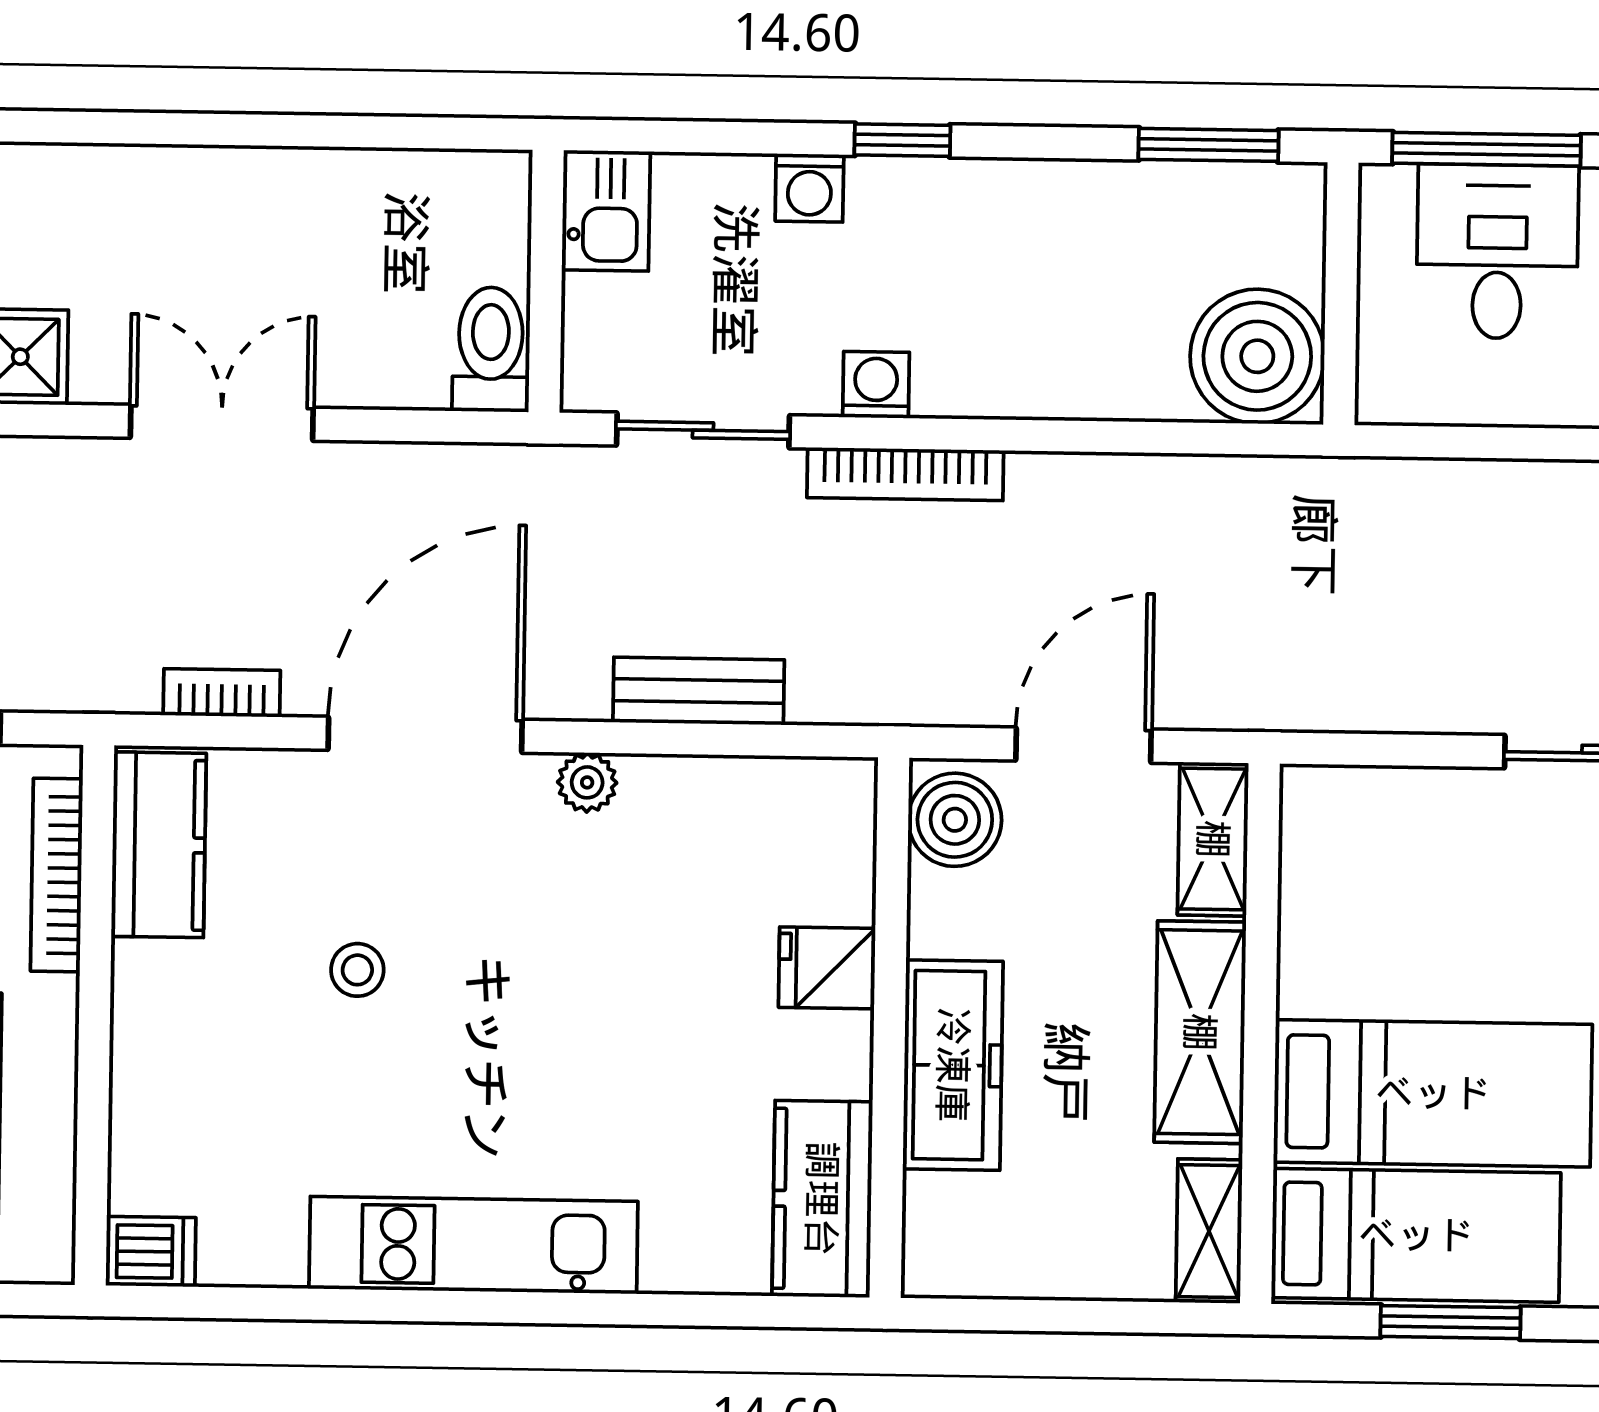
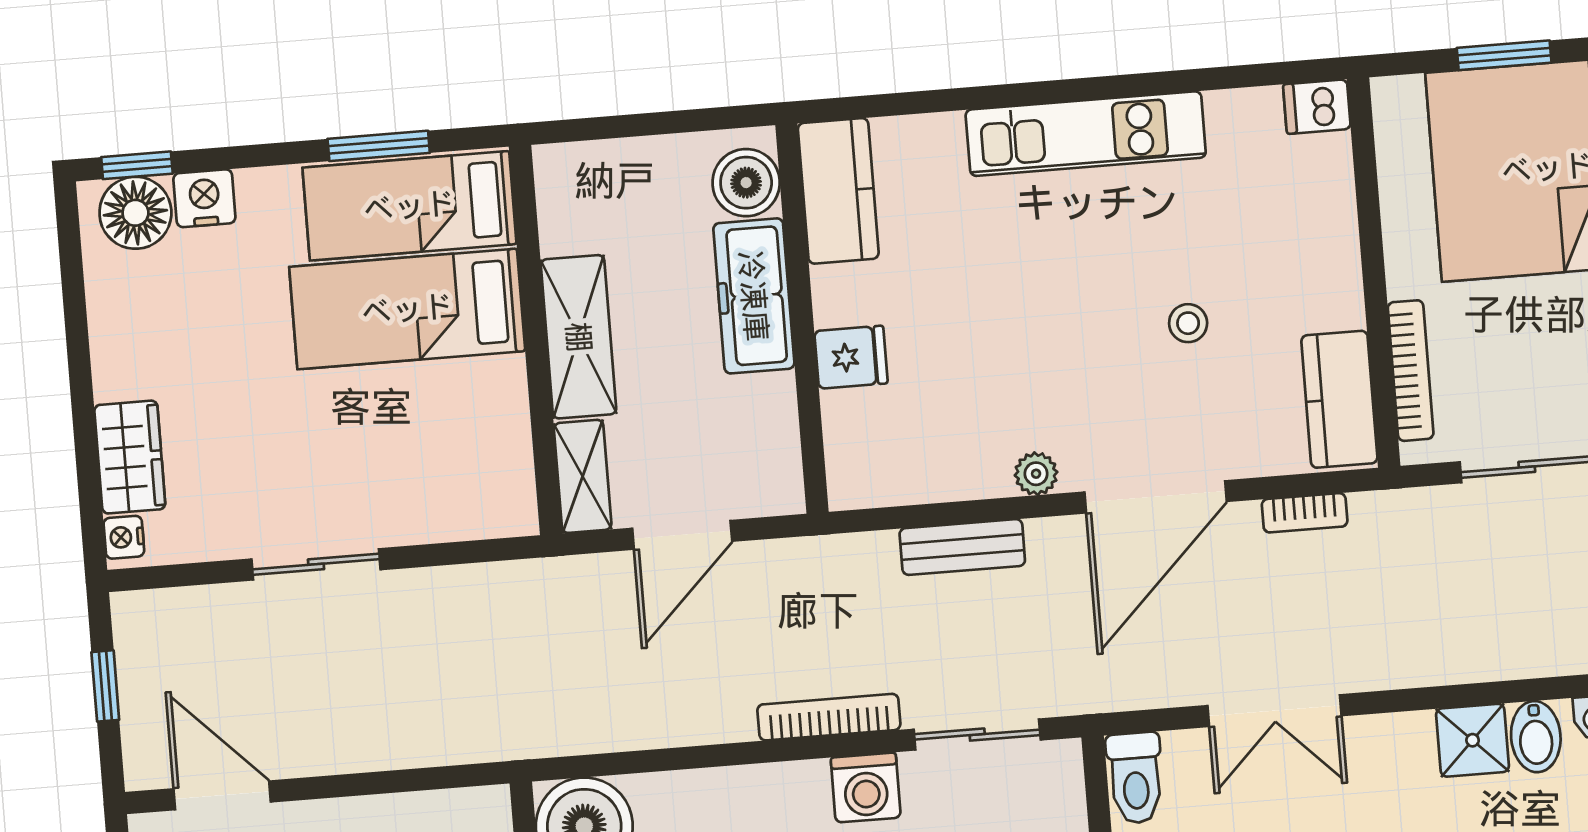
washing machine: (876, 385) -> (866, 788), width x1.38, depth x1.38
double door: (222, 423) -> (1275, 711), moved
boiler: (955, 820) -> (746, 183), moved
shelving: (1209, 1231) -> (558, 195), removed

